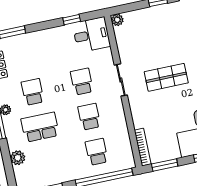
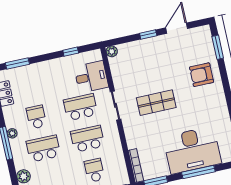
desk: (91, 35) -> (91, 77), moved
school desk: (82, 82) -> (80, 107), width x1.85
school desk: (89, 117) -> (87, 139), width x1.85

